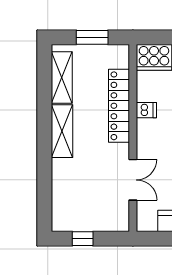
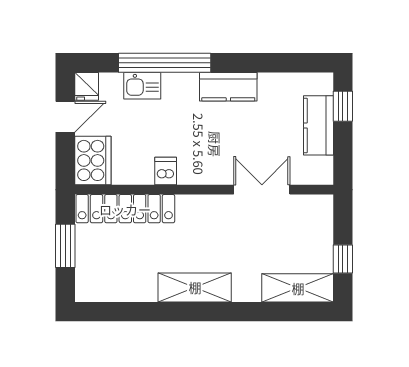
shelving: (62, 77) -> (298, 288), moved
locker: (119, 106) -> (125, 209), moved

